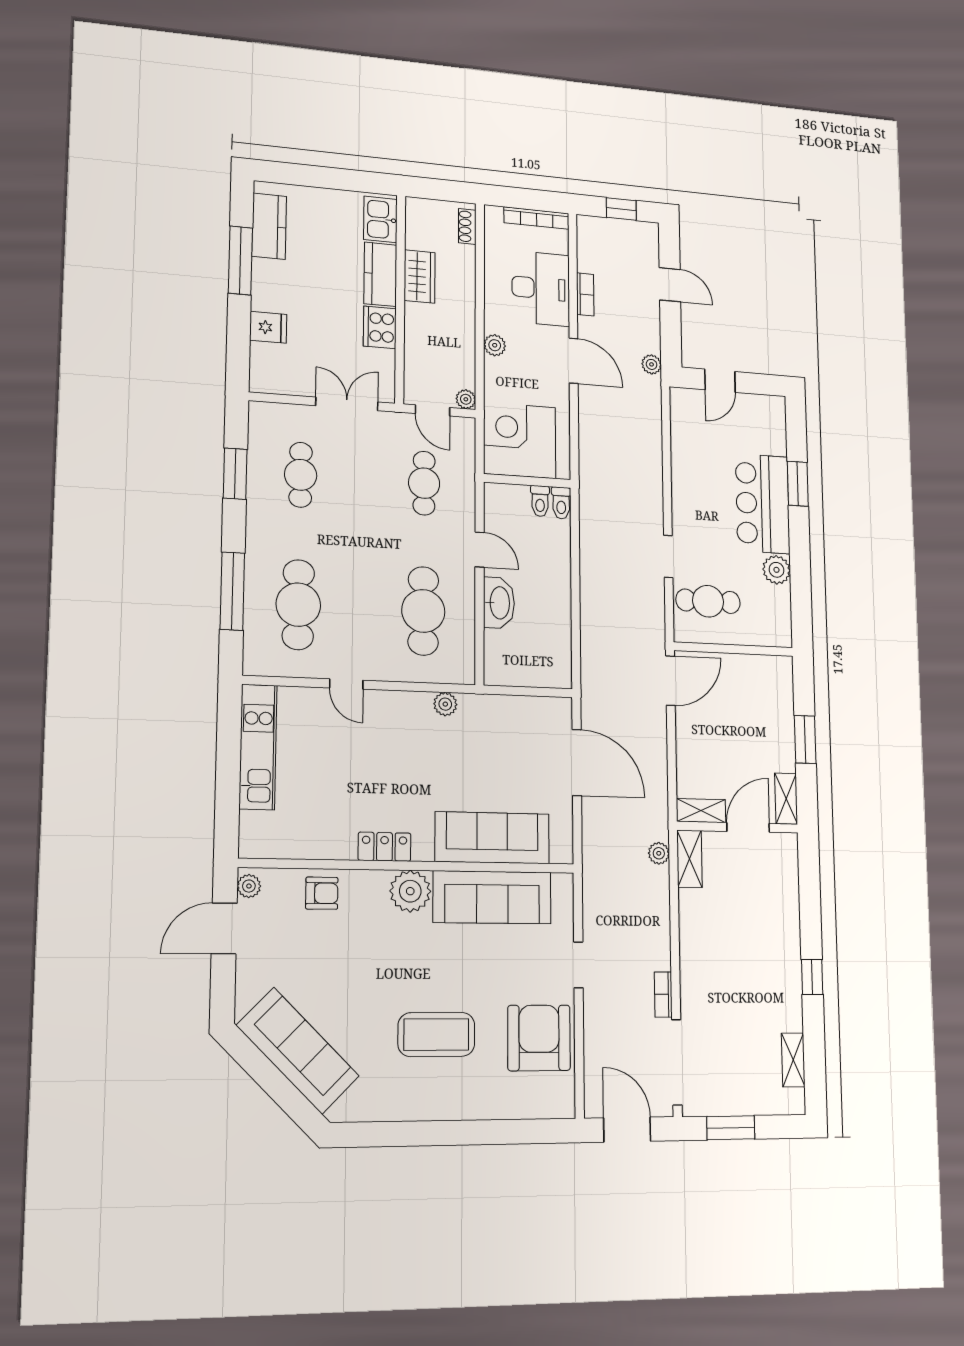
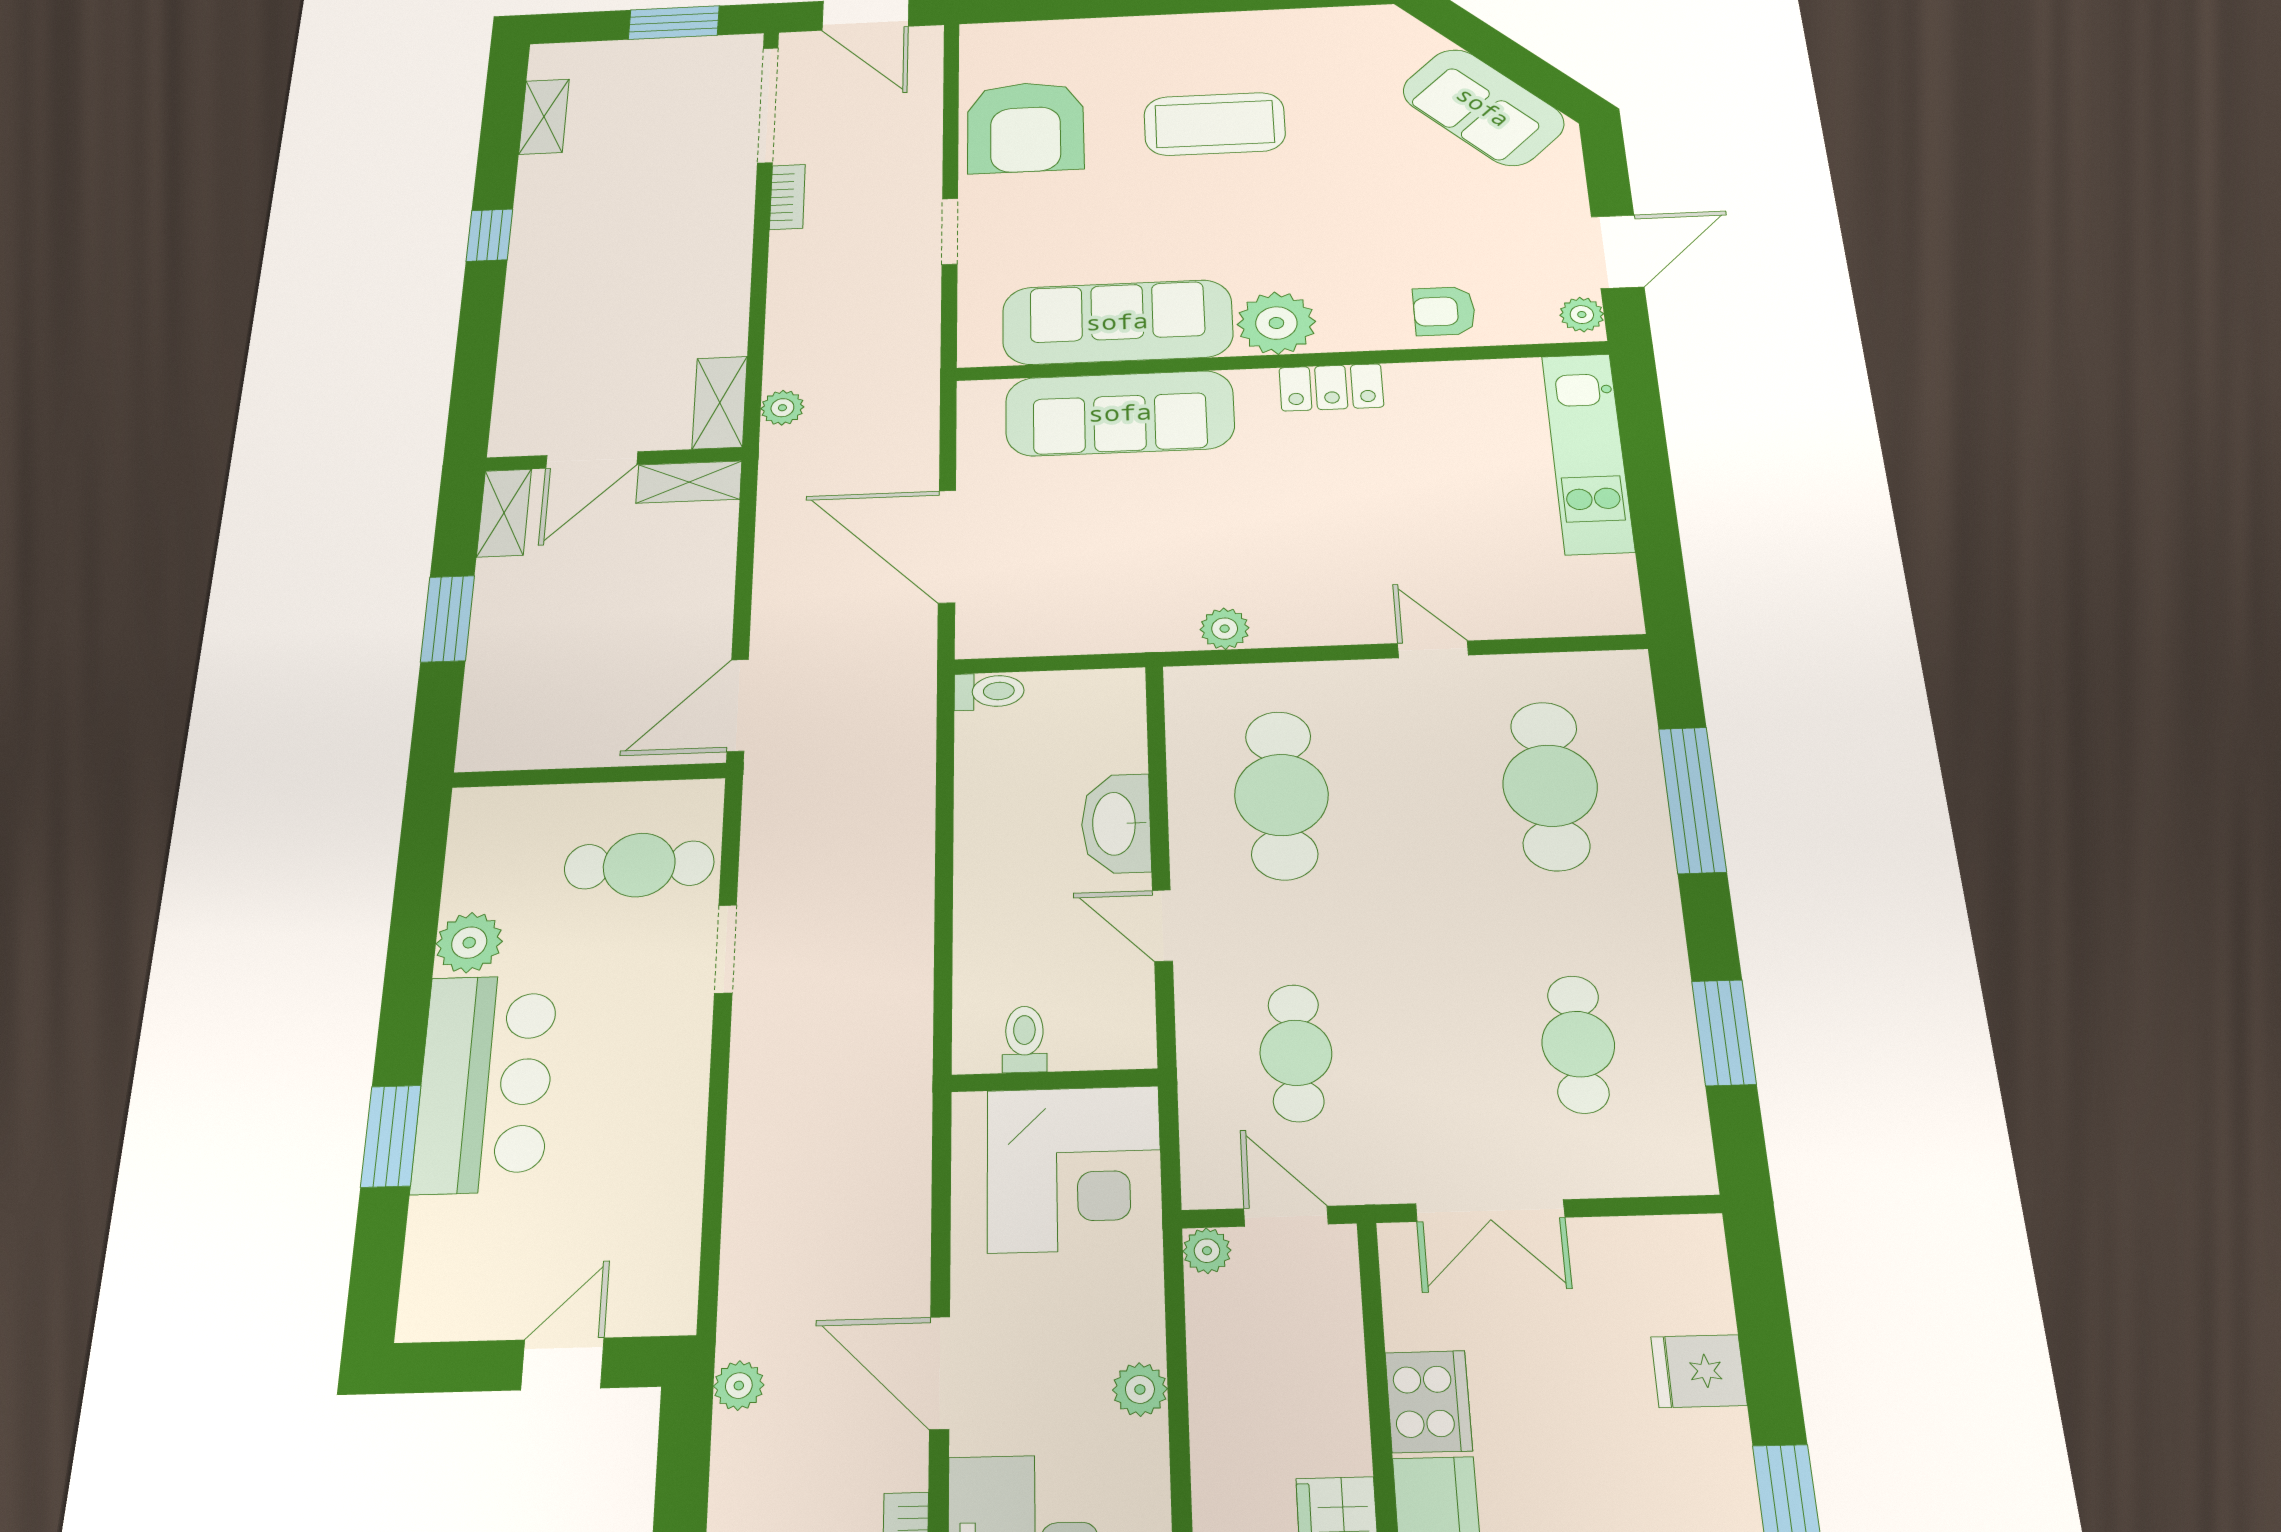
toilet: (561, 503) -> (989, 691), moved, turned 90
kitchen unit: (258, 747) -> (1588, 453), moved
sofa: (298, 1051) -> (1483, 107), width x0.73

